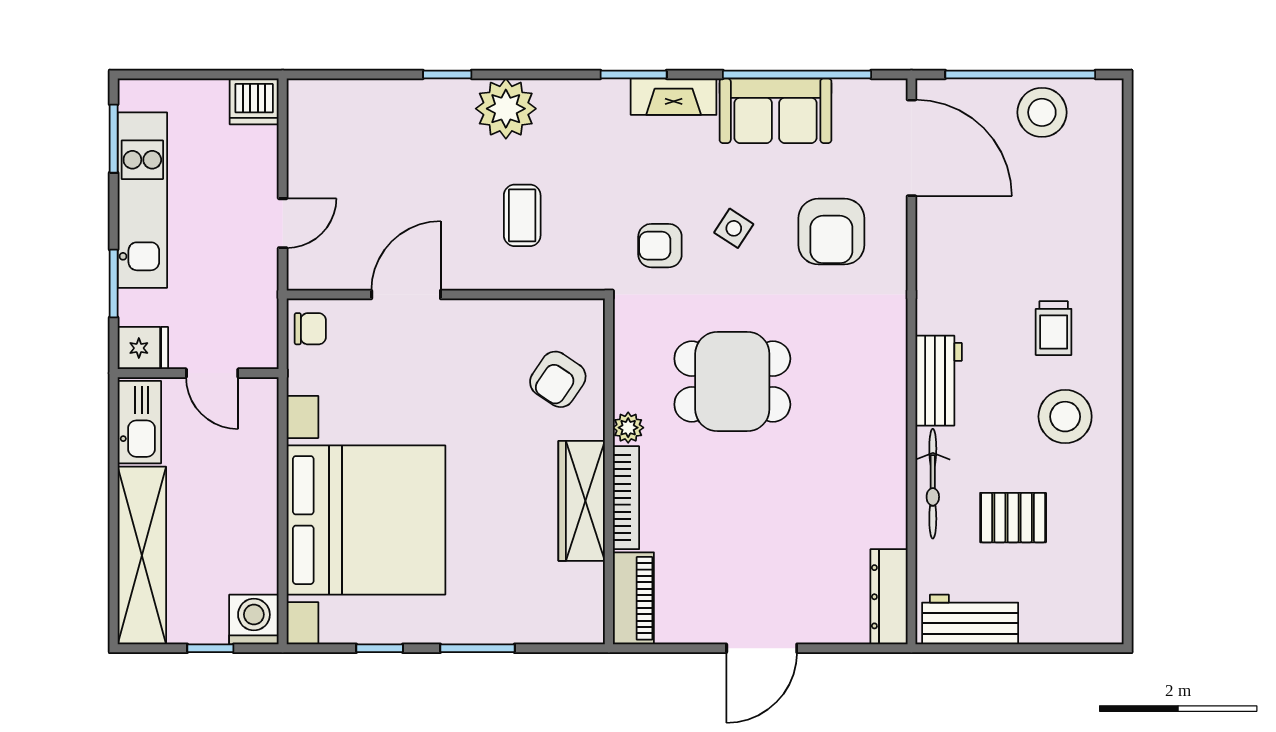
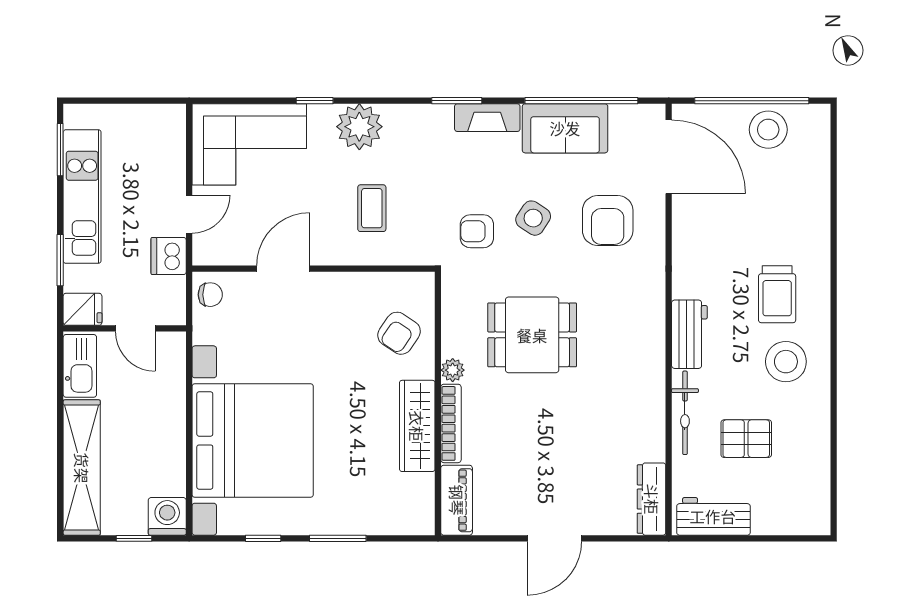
dishwasher: (254, 101) -> (169, 256), moved, turned 90
corner sofa: (362, 132) -> (249, 144), added
side table: (734, 228) -> (533, 218), width x1.37, depth x1.37
trolley: (1054, 328) -> (777, 294), width x1.36, depth x1.39

